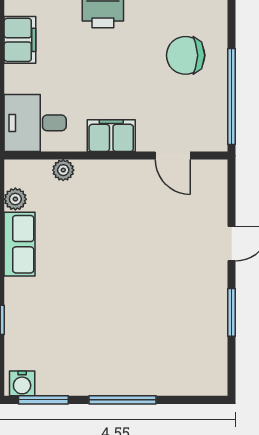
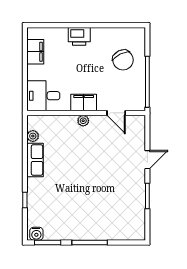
chair: (186, 55) -> (123, 60), turned -117
plant: (63, 170) -> (83, 121), moved

